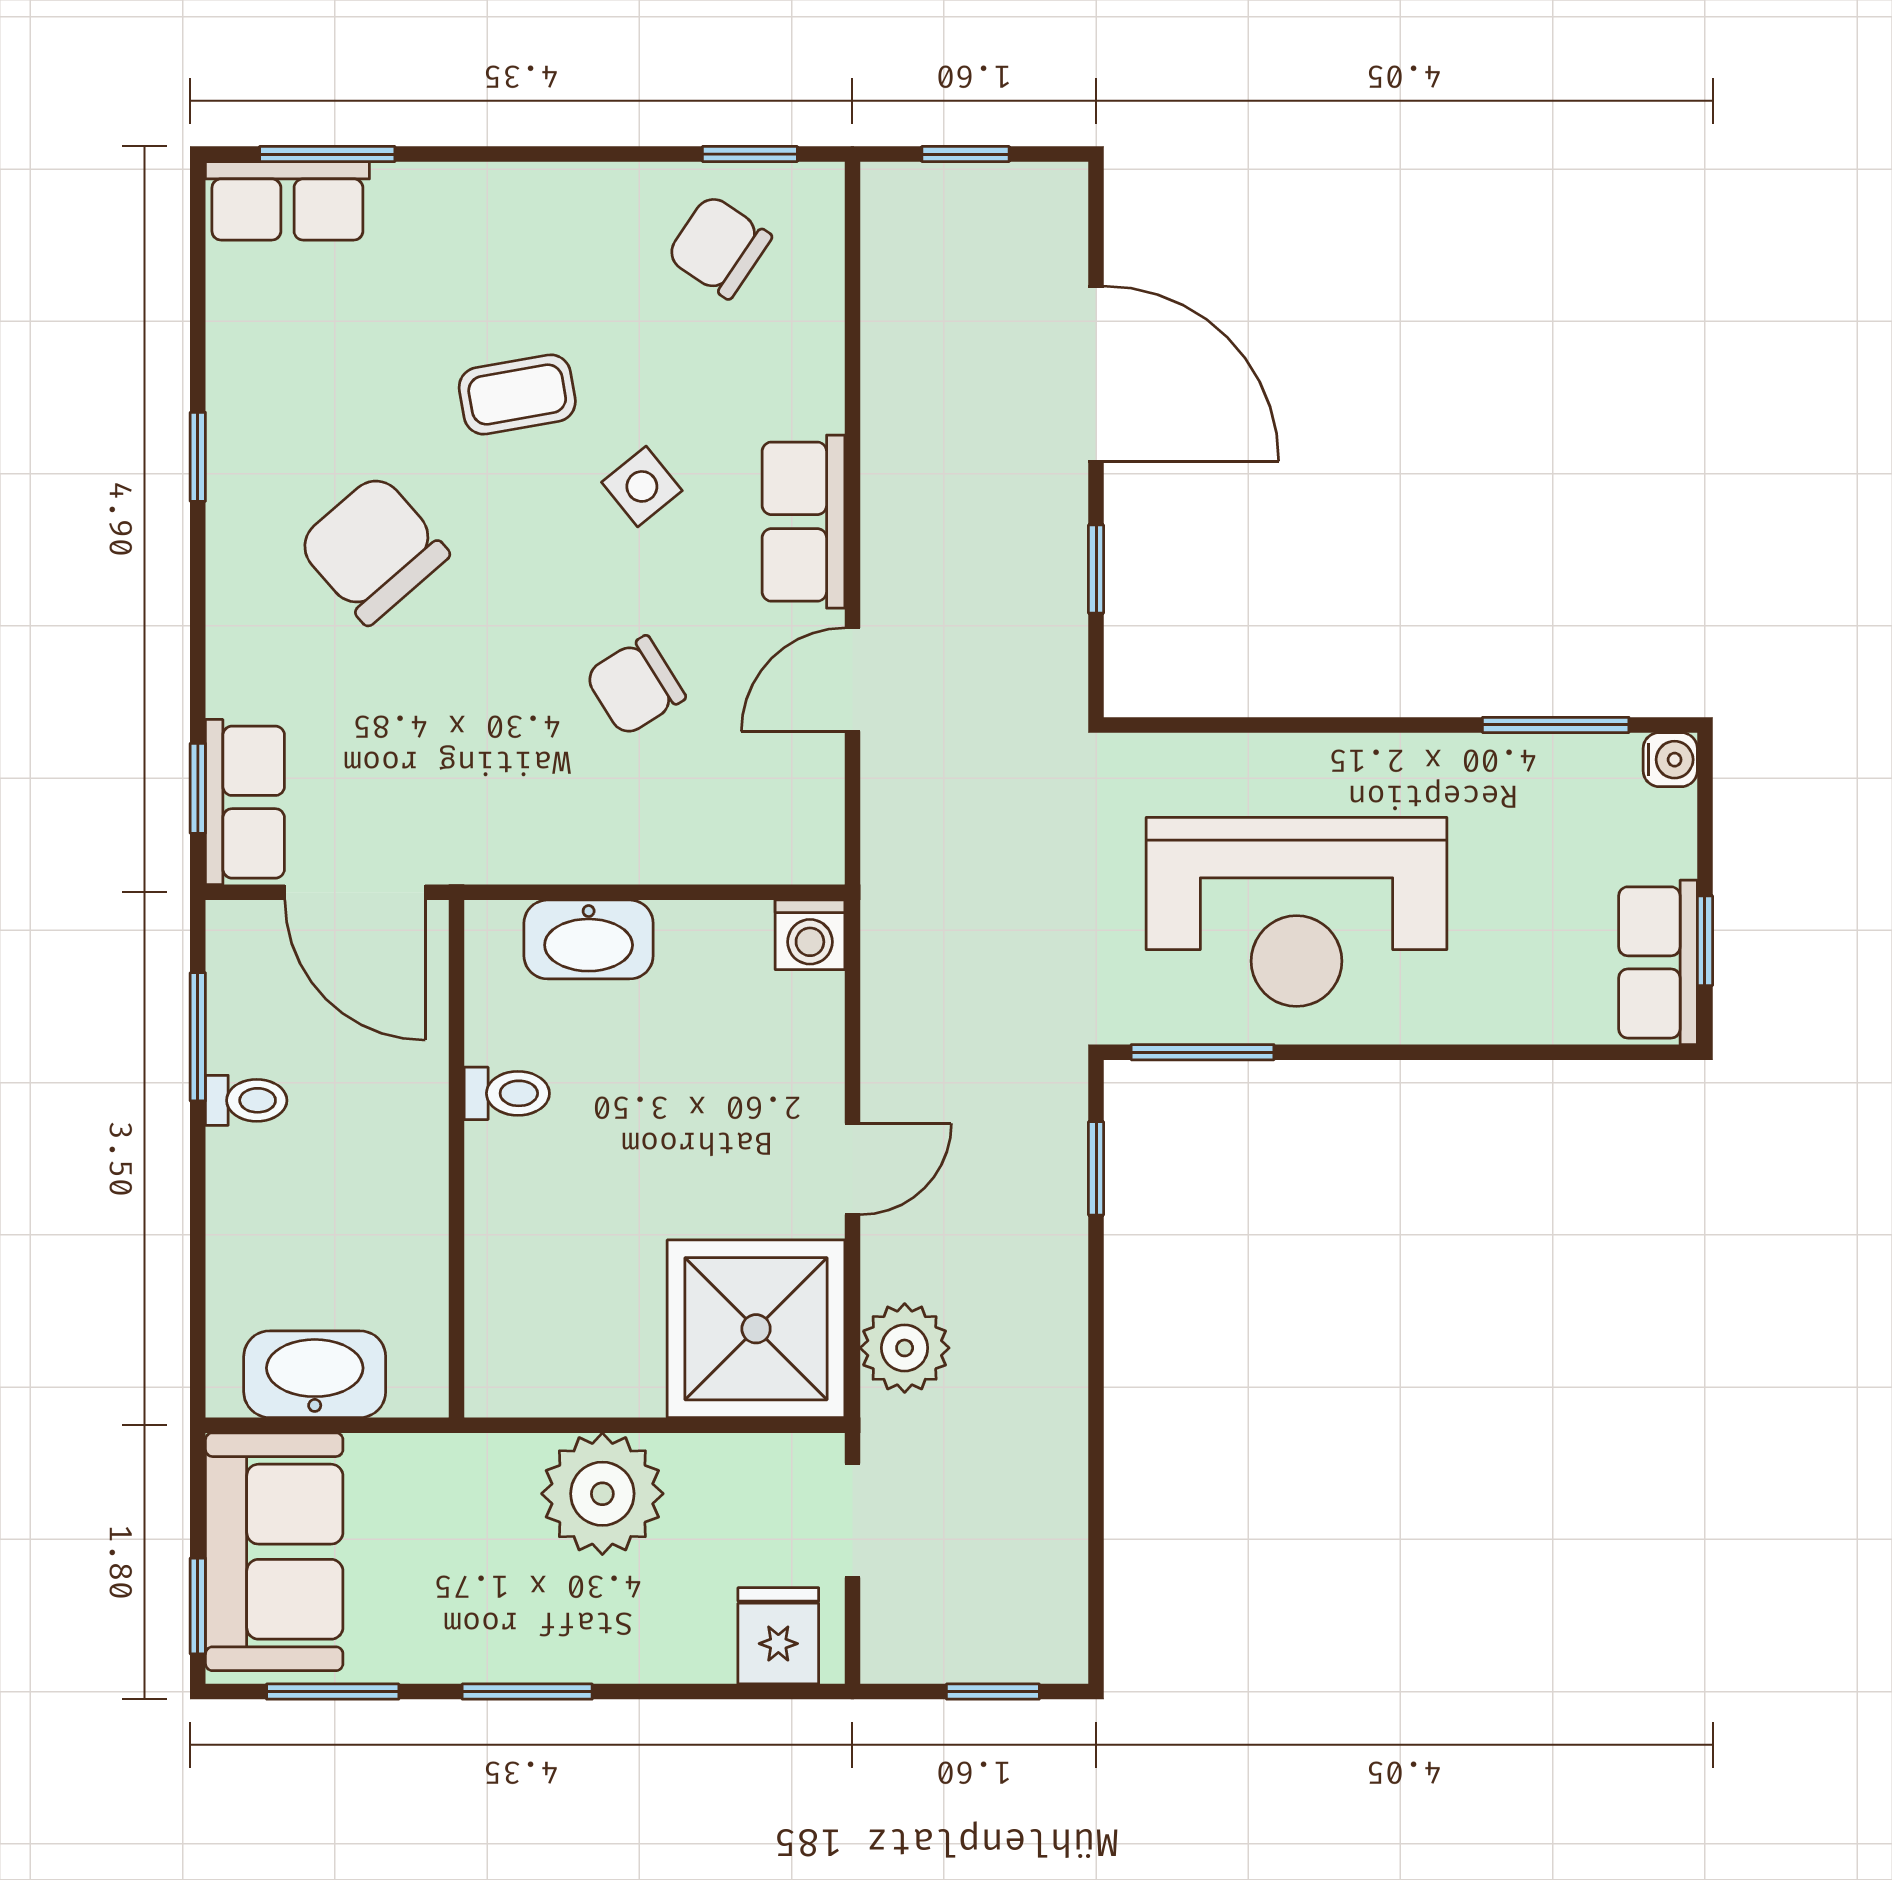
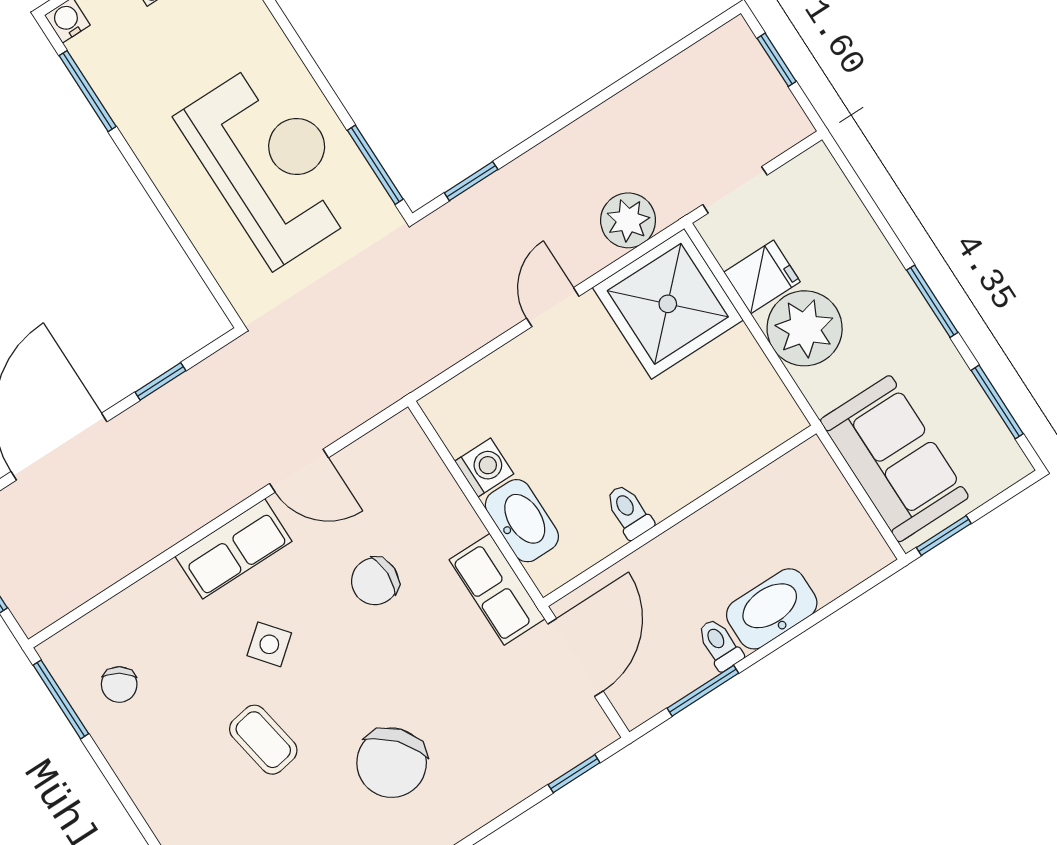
window: (750, 154) -> (61, 699), width x1.50
chair: (719, 247) -> (119, 684), width x0.73, depth x0.73
chair: (635, 686) -> (375, 581), turned 122
row of seats: (245, 802) -> (497, 589), moved, turned -90
washing machine: (810, 935) -> (484, 467), moved
door: (852, 1169) -> (553, 307), hinge flipped
washbasin: (315, 1374) -> (772, 609), moved, turned 90
sofa: (274, 1552) -> (894, 459), moved, turned 90
window: (198, 1606) -> (944, 535), moved
fridge: (778, 1636) -> (762, 277), moved, turned 180

